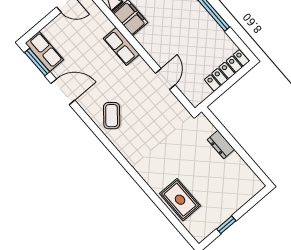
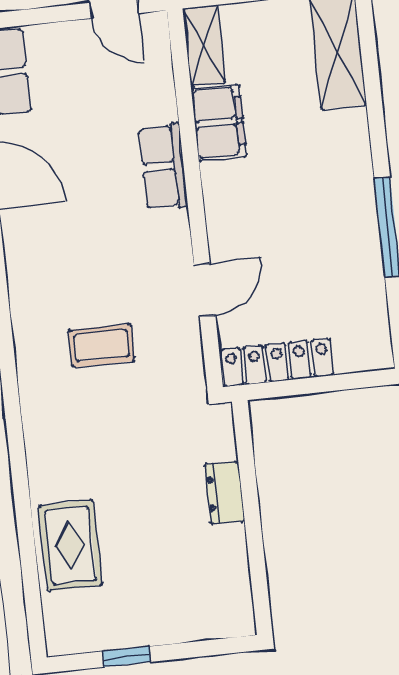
locker: (227, 70) -> (277, 362), moved
coffee table: (112, 116) -> (102, 346), moved, turned 50

